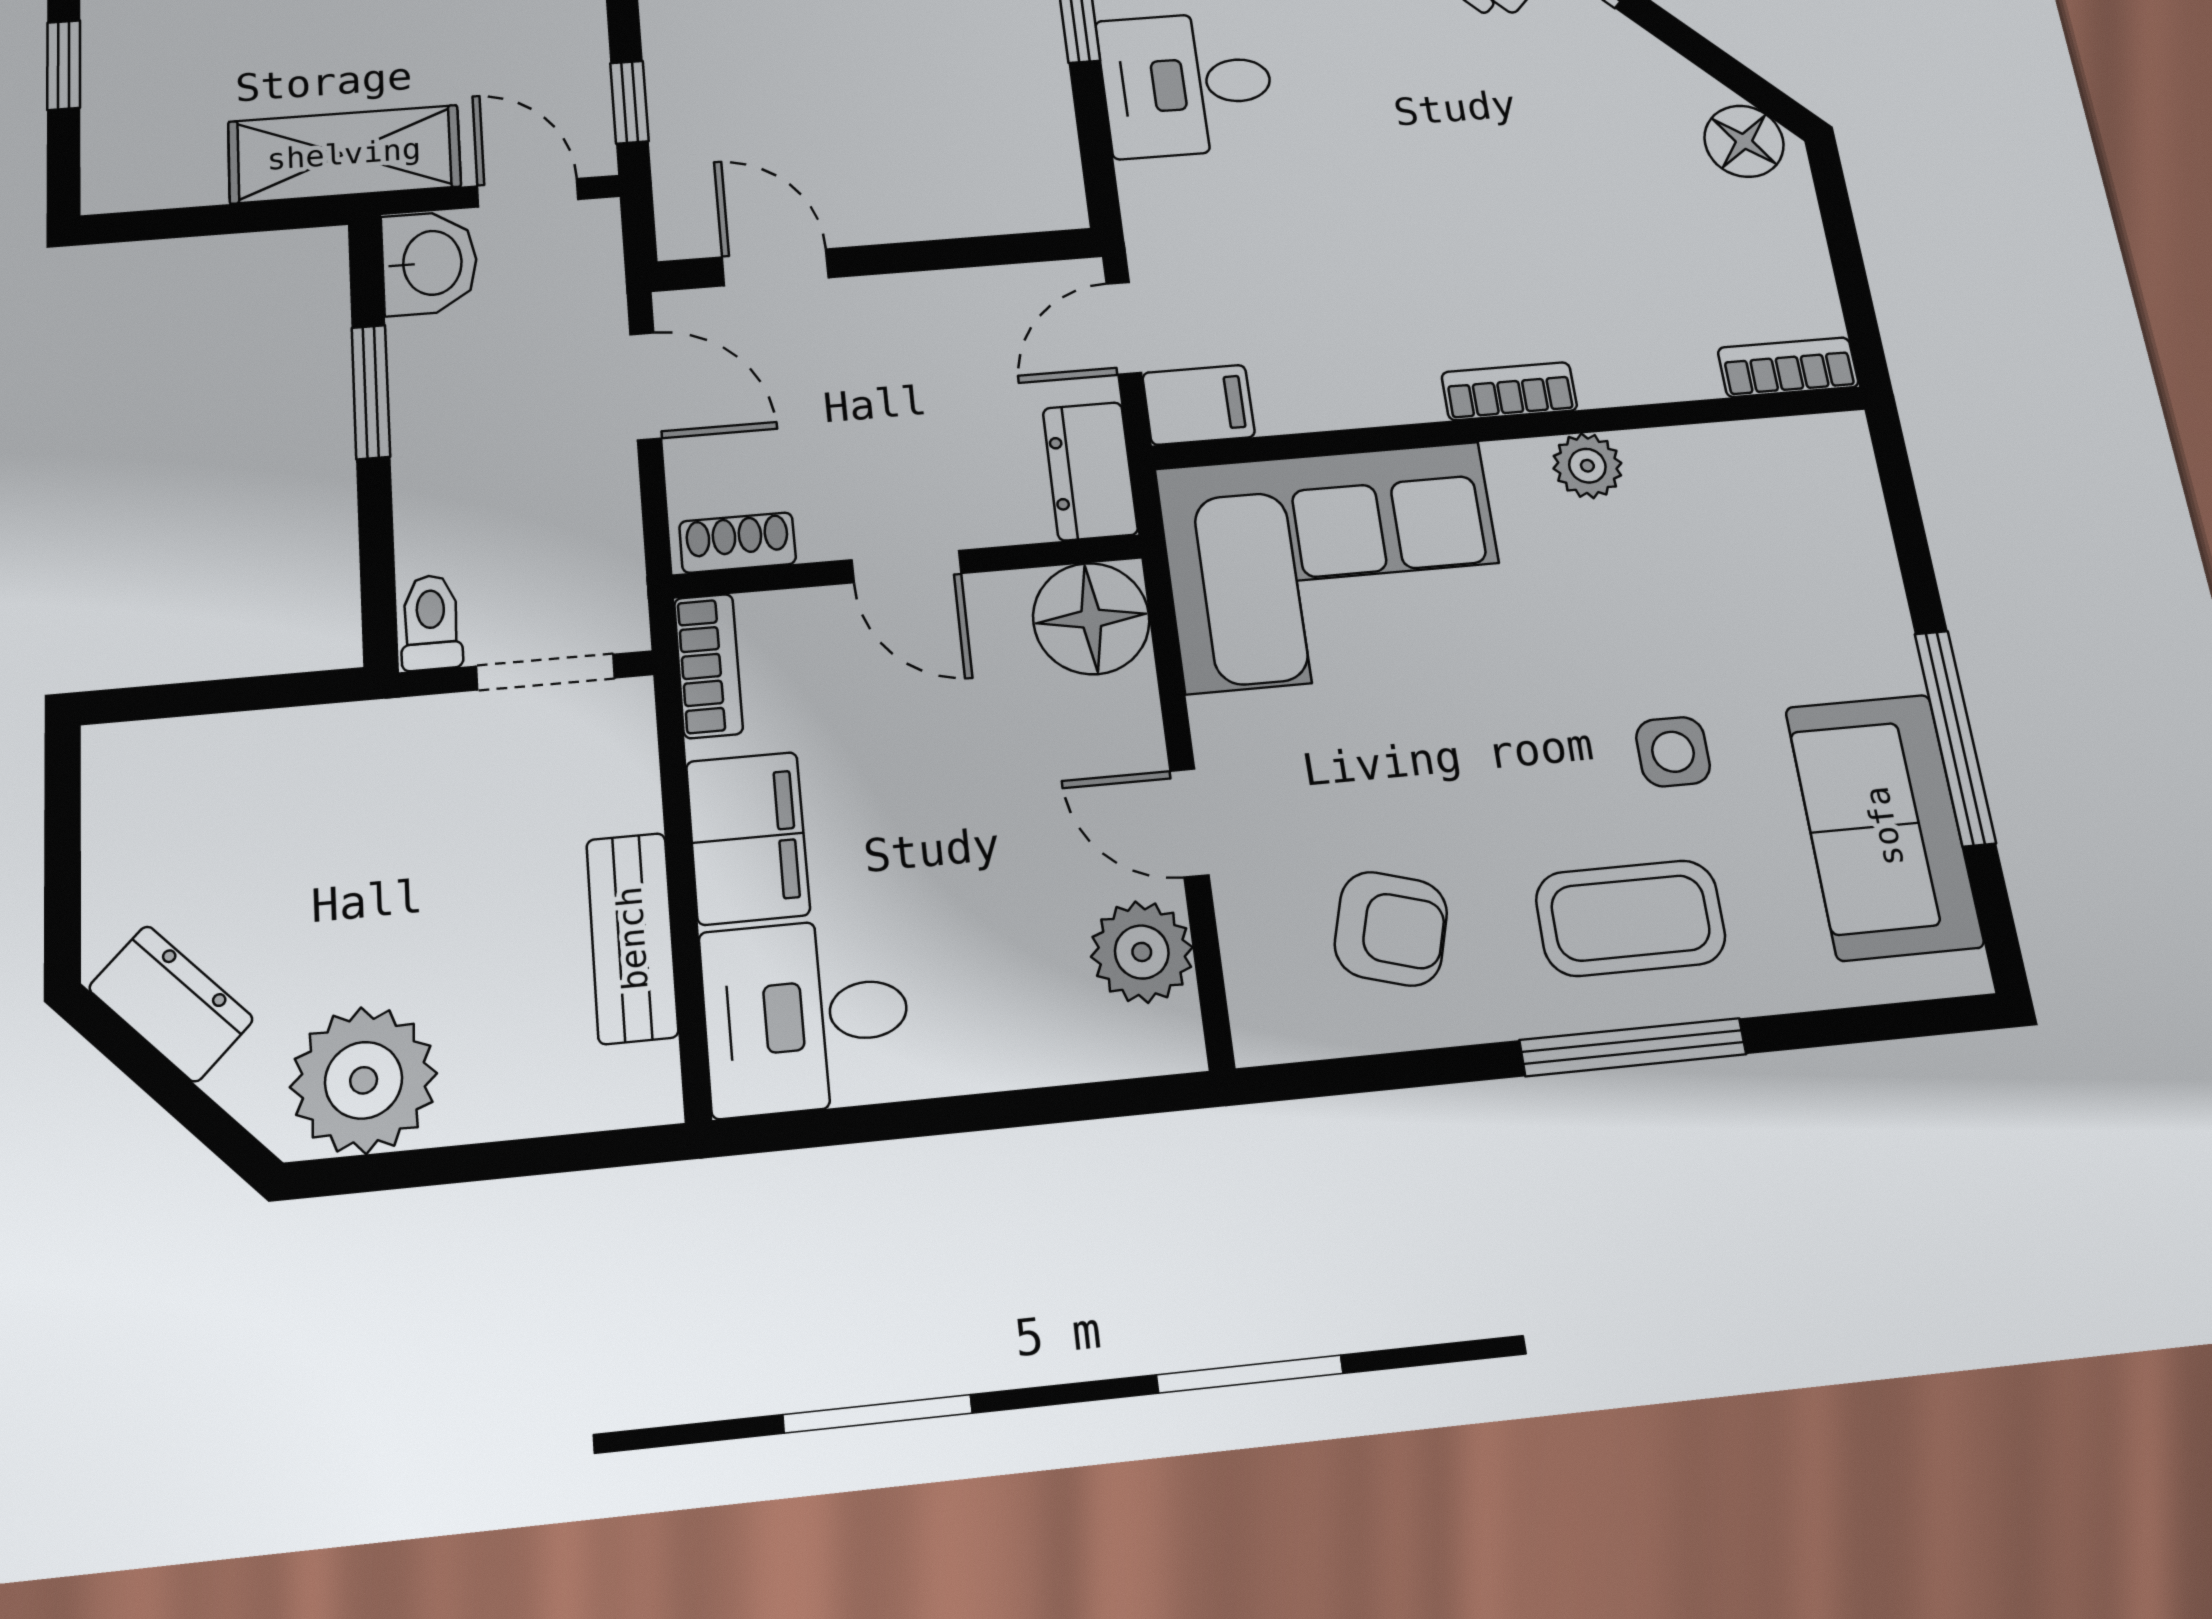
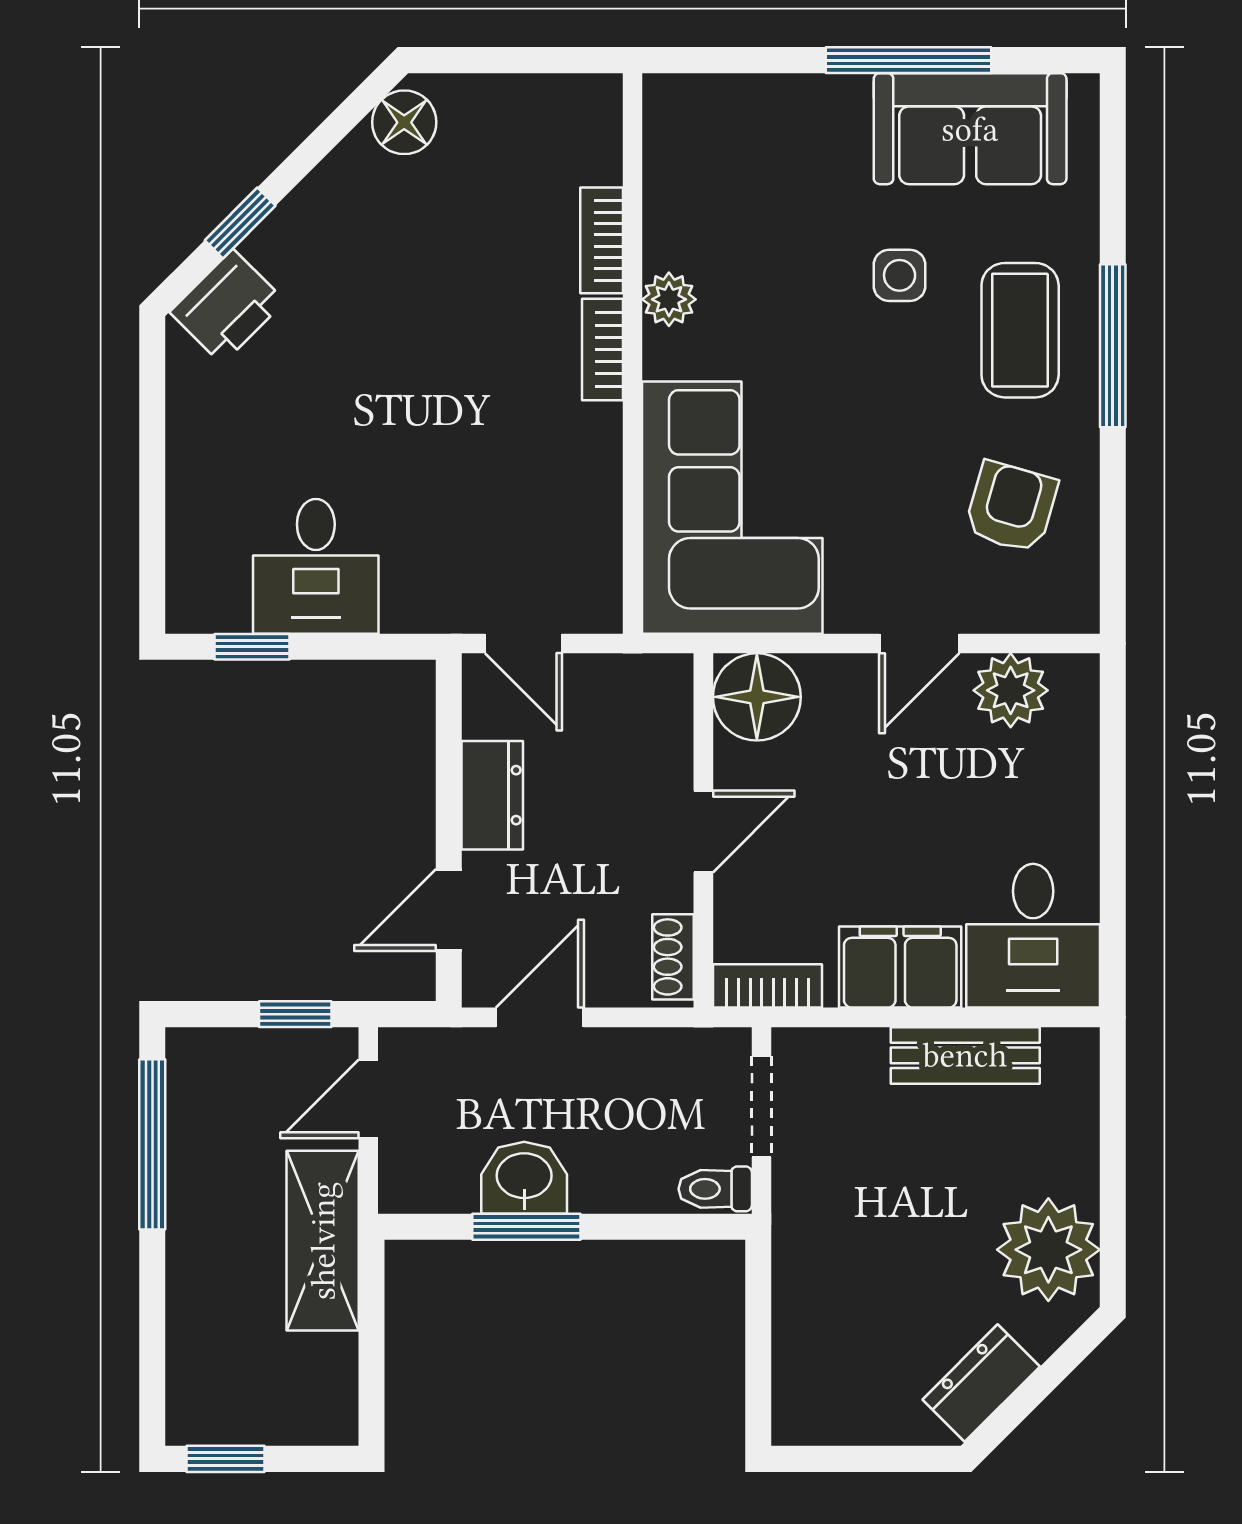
washbasin: (430, 263) -> (524, 1178), moved
bookcase: (1788, 367) -> (602, 240), moved
filing cabinet: (1199, 405) -> (593, 593), removed
dresser: (1090, 471) -> (492, 795), moved, turned -90

